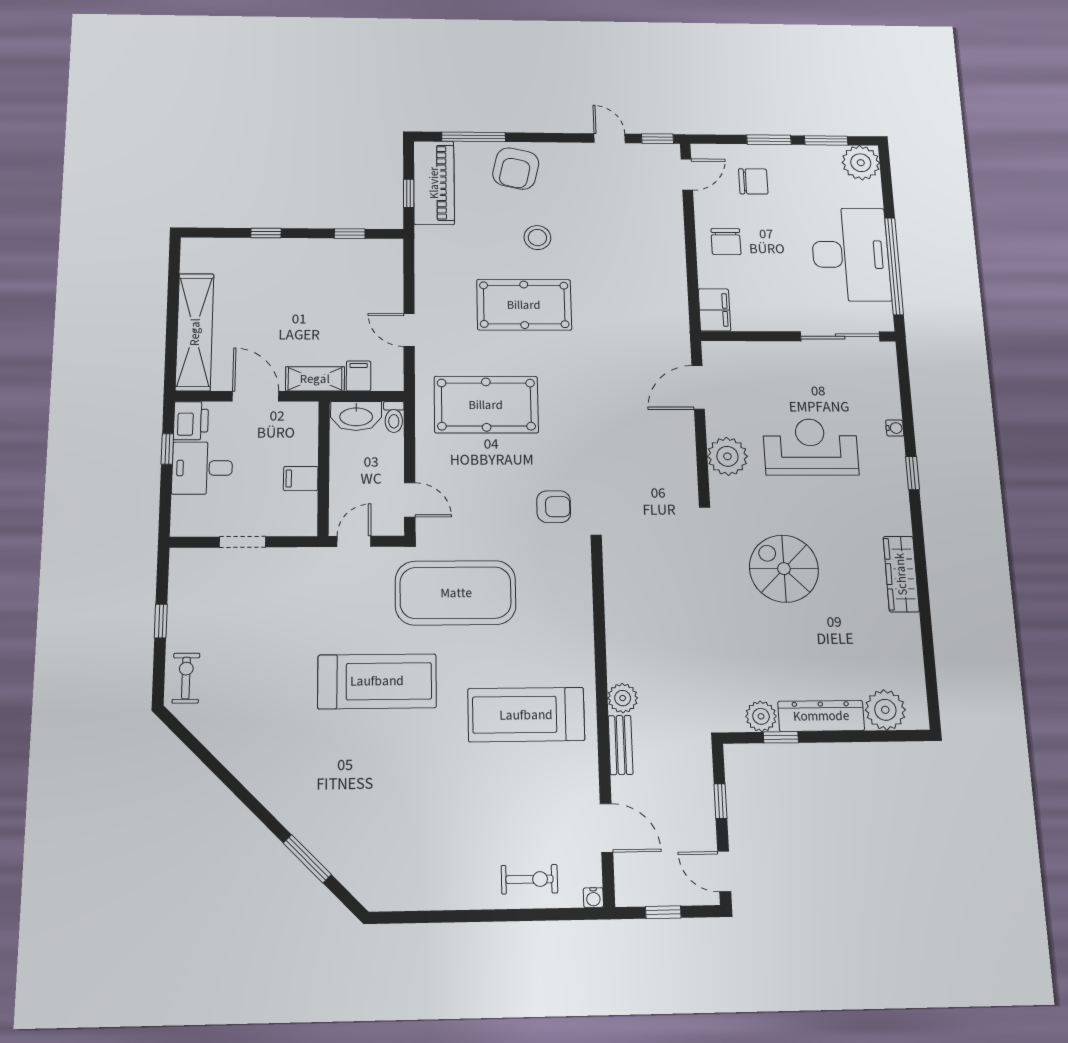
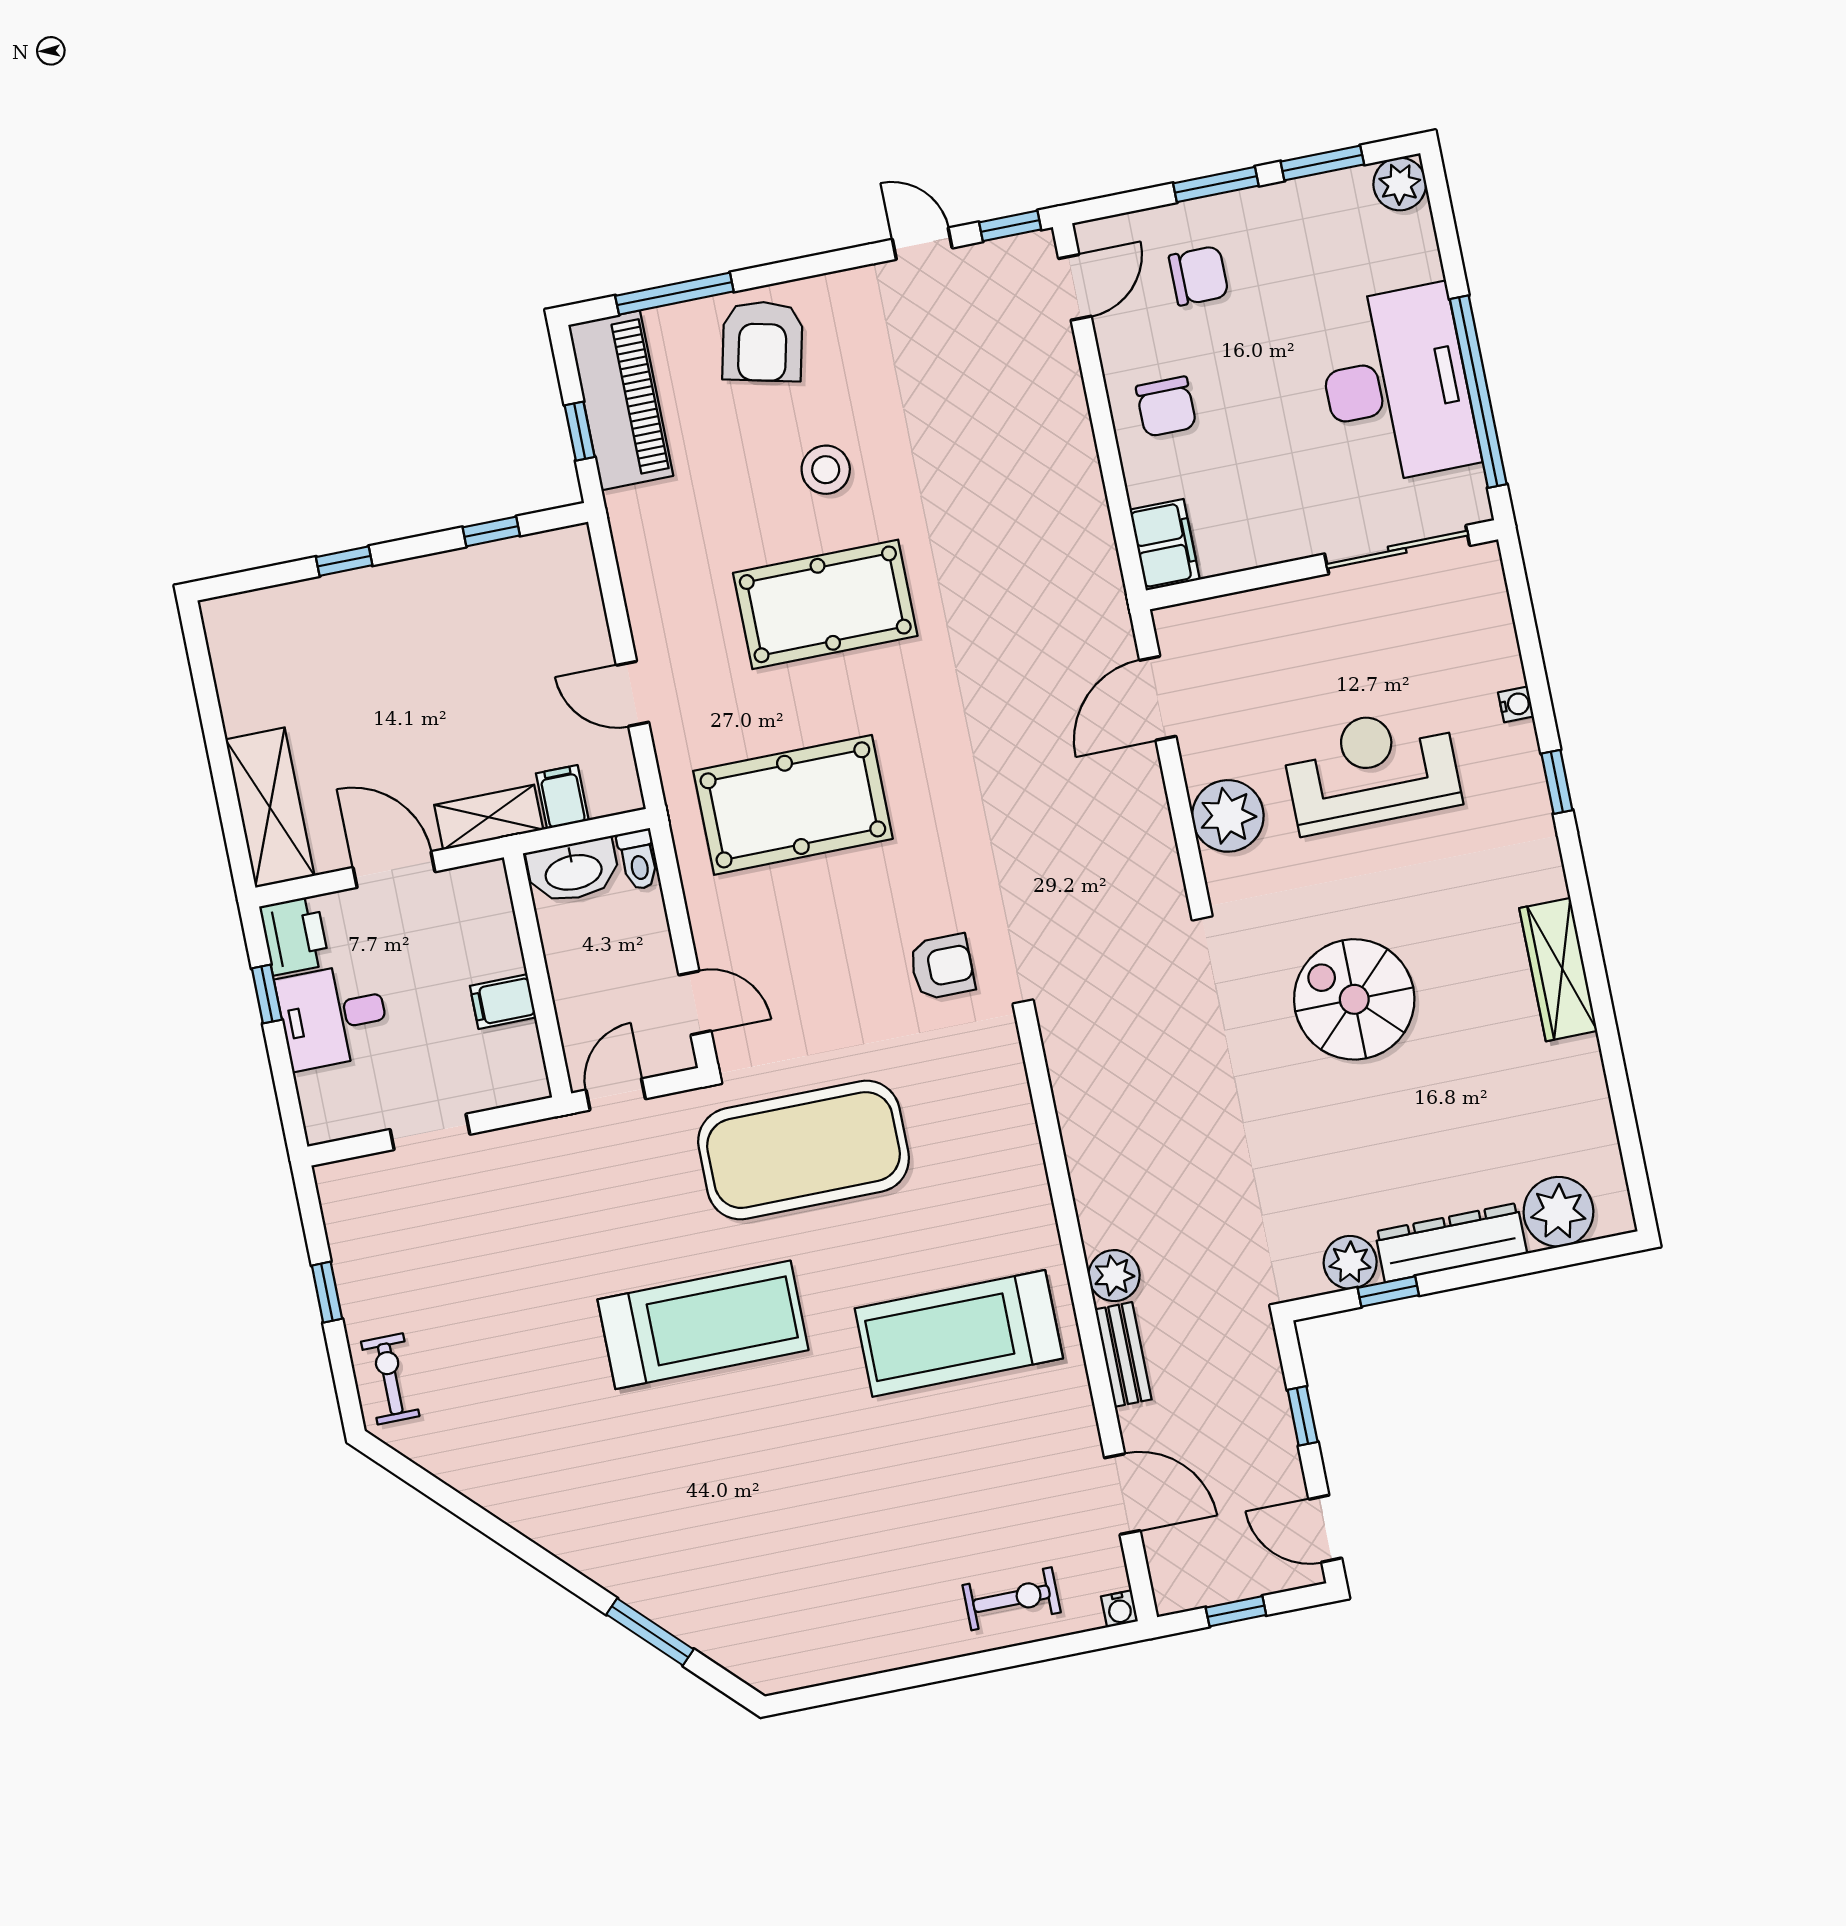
plant: (861, 163) -> (1400, 184), width x0.73, depth x0.73
shelving: (195, 332) -> (270, 808), width x0.68

